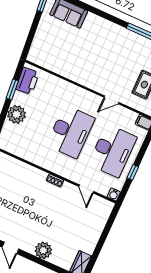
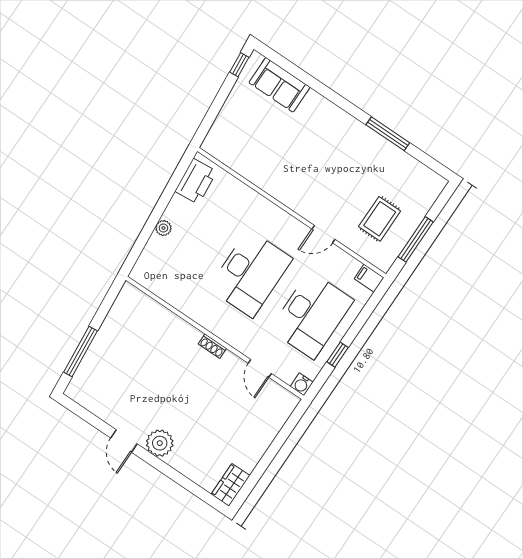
window: (12, 90) -> (169, 191), removed
plant: (17, 114) -> (163, 228), width x0.53, depth x0.53
plant: (43, 250) -> (160, 443), moved

